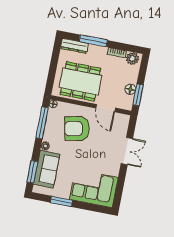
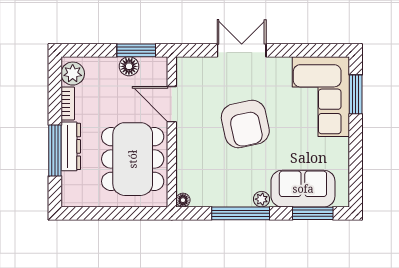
dresser: (74, 46) -> (71, 146), moved
door: (106, 108) -> (172, 104), swing flipped
window: (42, 123) -> (241, 213), moved
armchair: (77, 129) -> (245, 124), moved
window: (61, 201) -> (356, 94), moved

